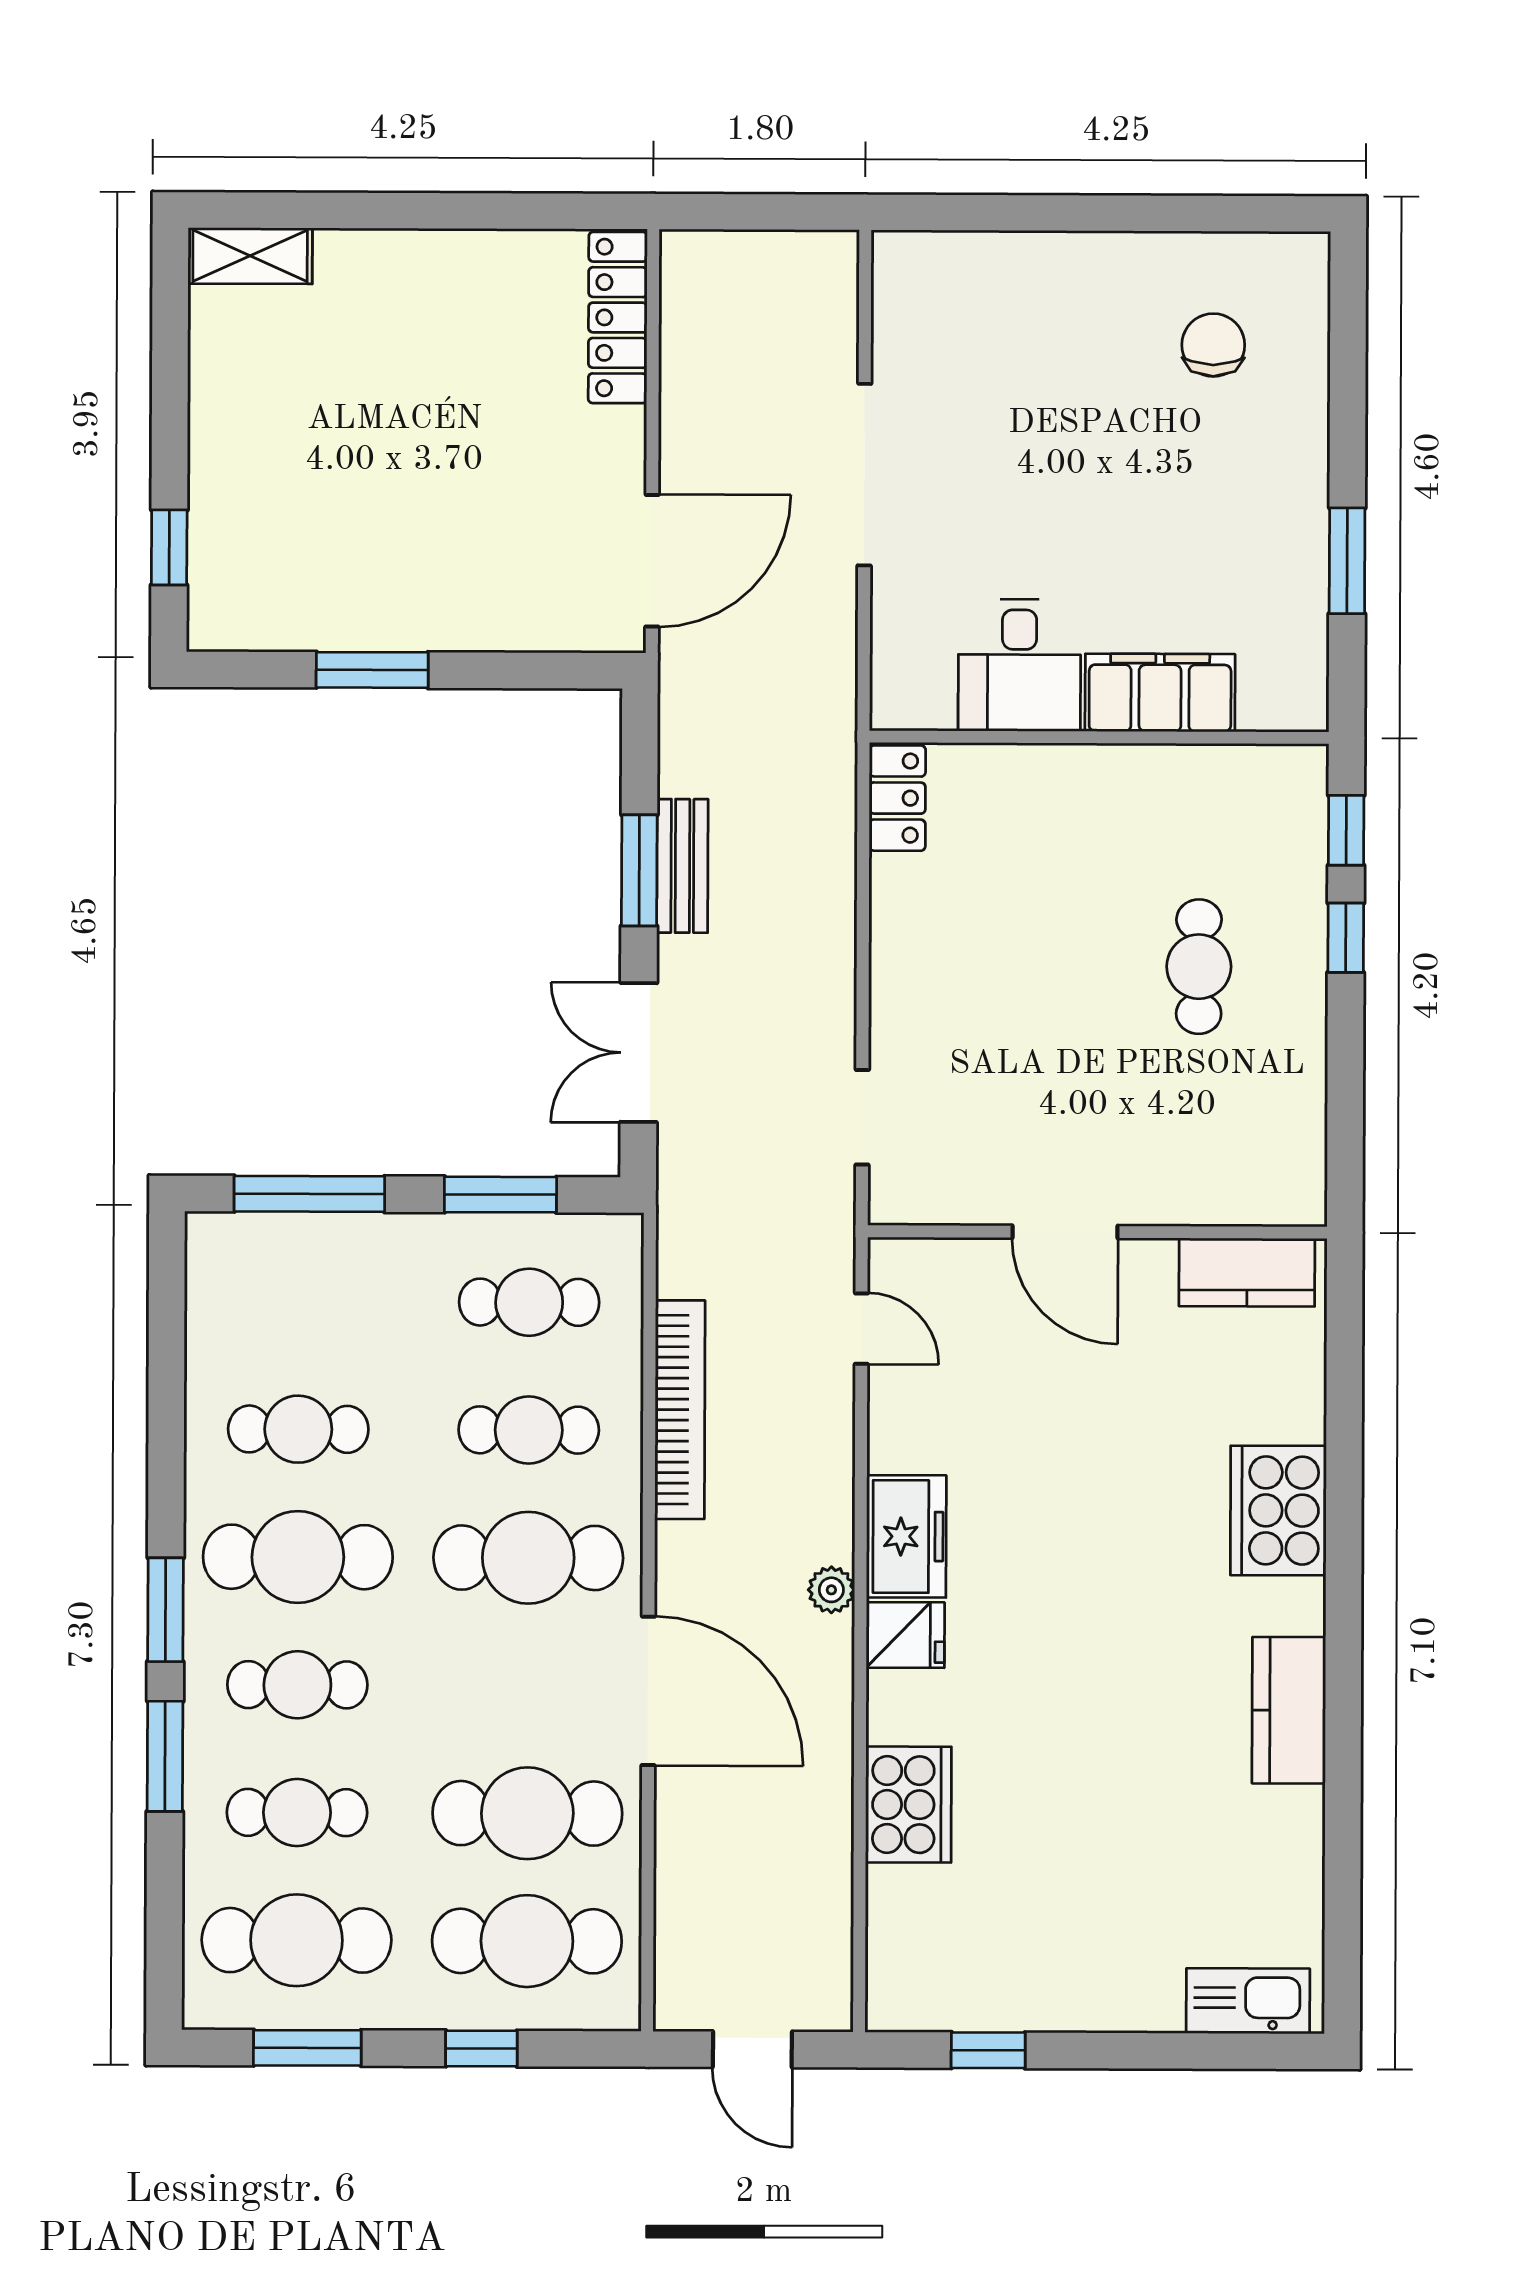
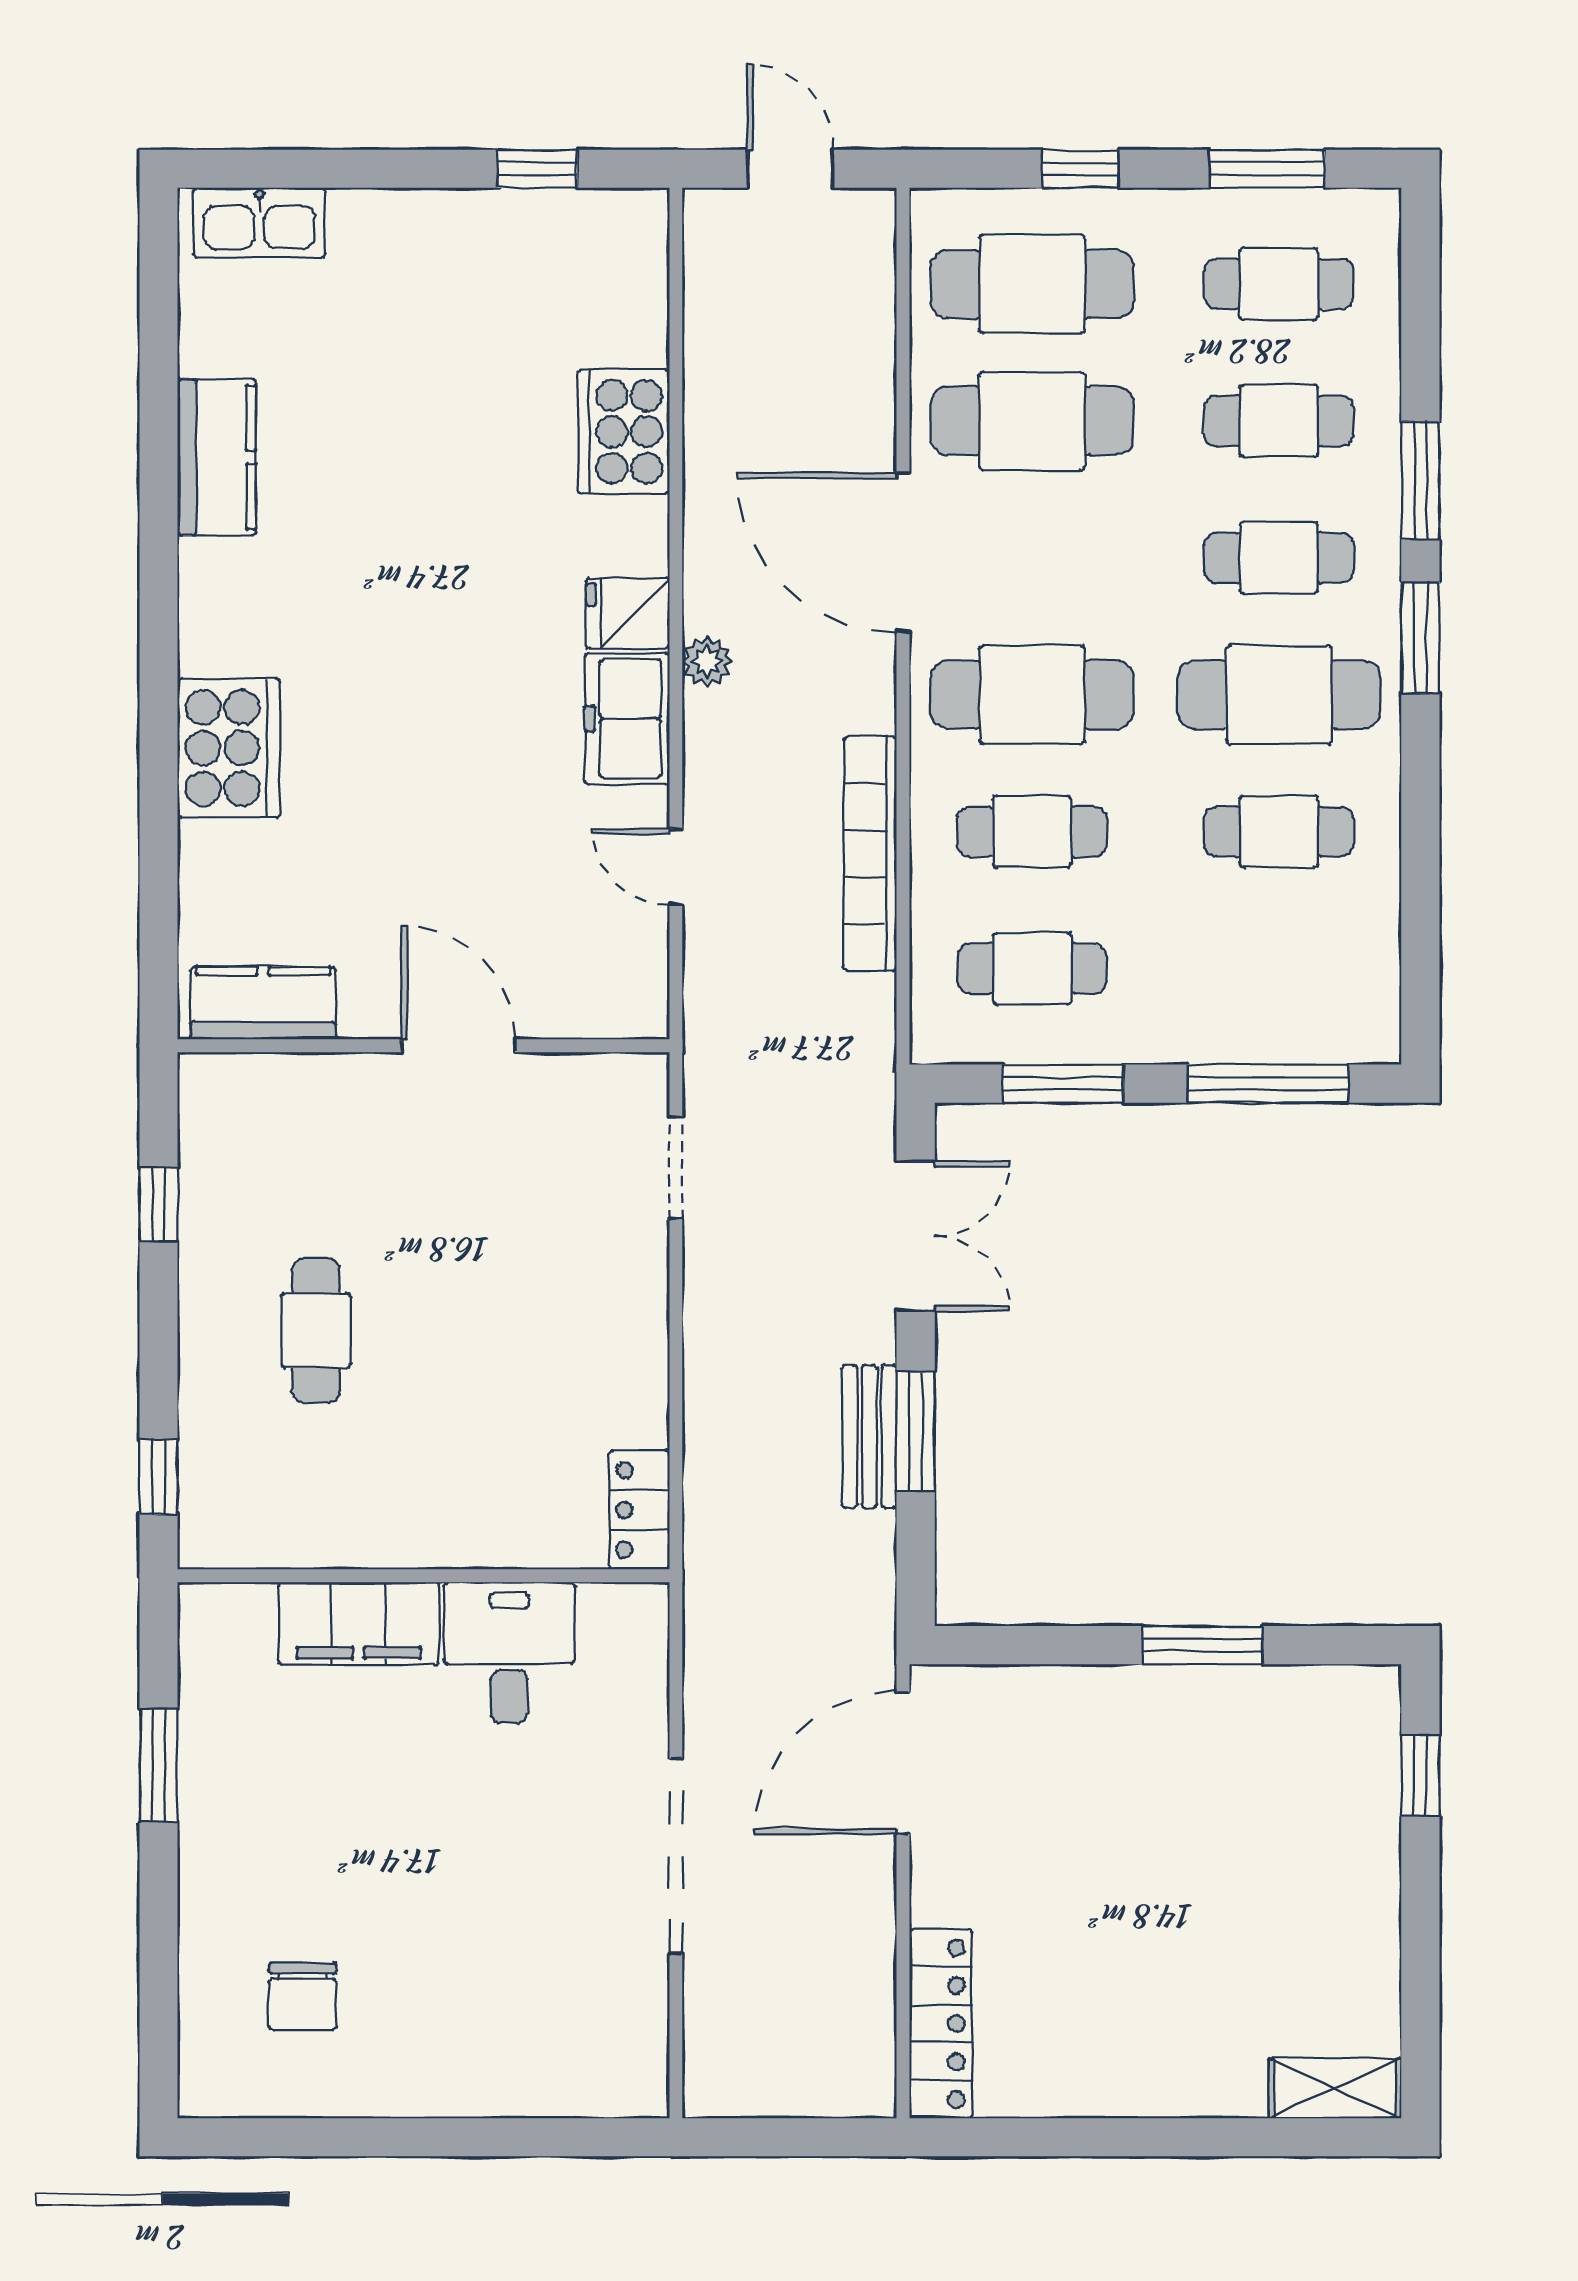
window: (1346, 938) -> (159, 1204), moved
door: (861, 1329) -> (676, 867), moved
kitchen counter: (1289, 1710) -> (217, 457), moved
cafe table: (297, 1940) -> (1279, 284), width x0.73, depth x0.74

